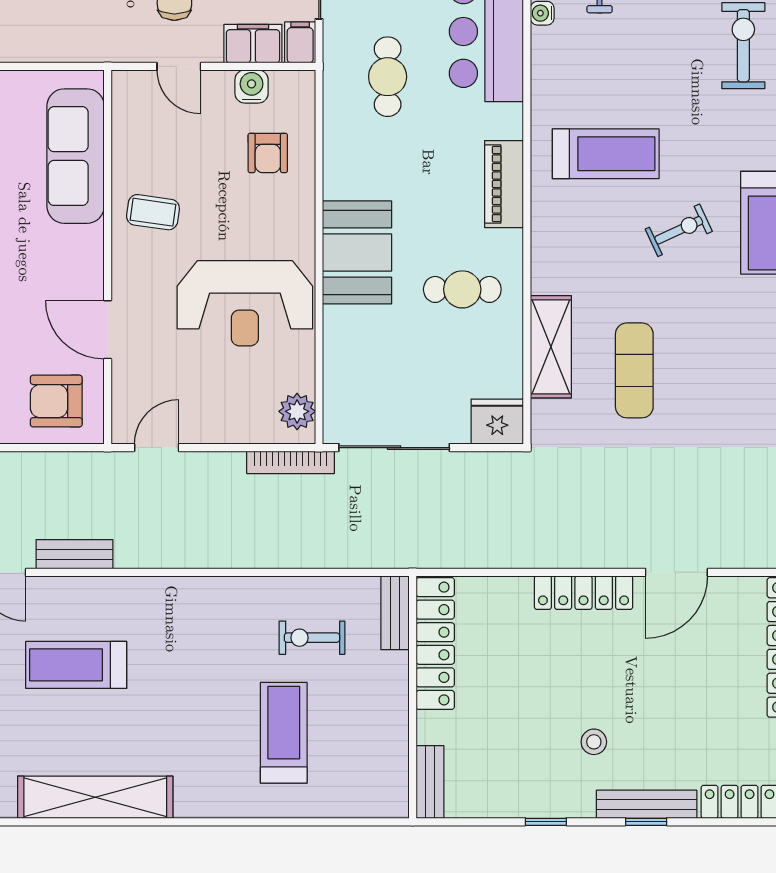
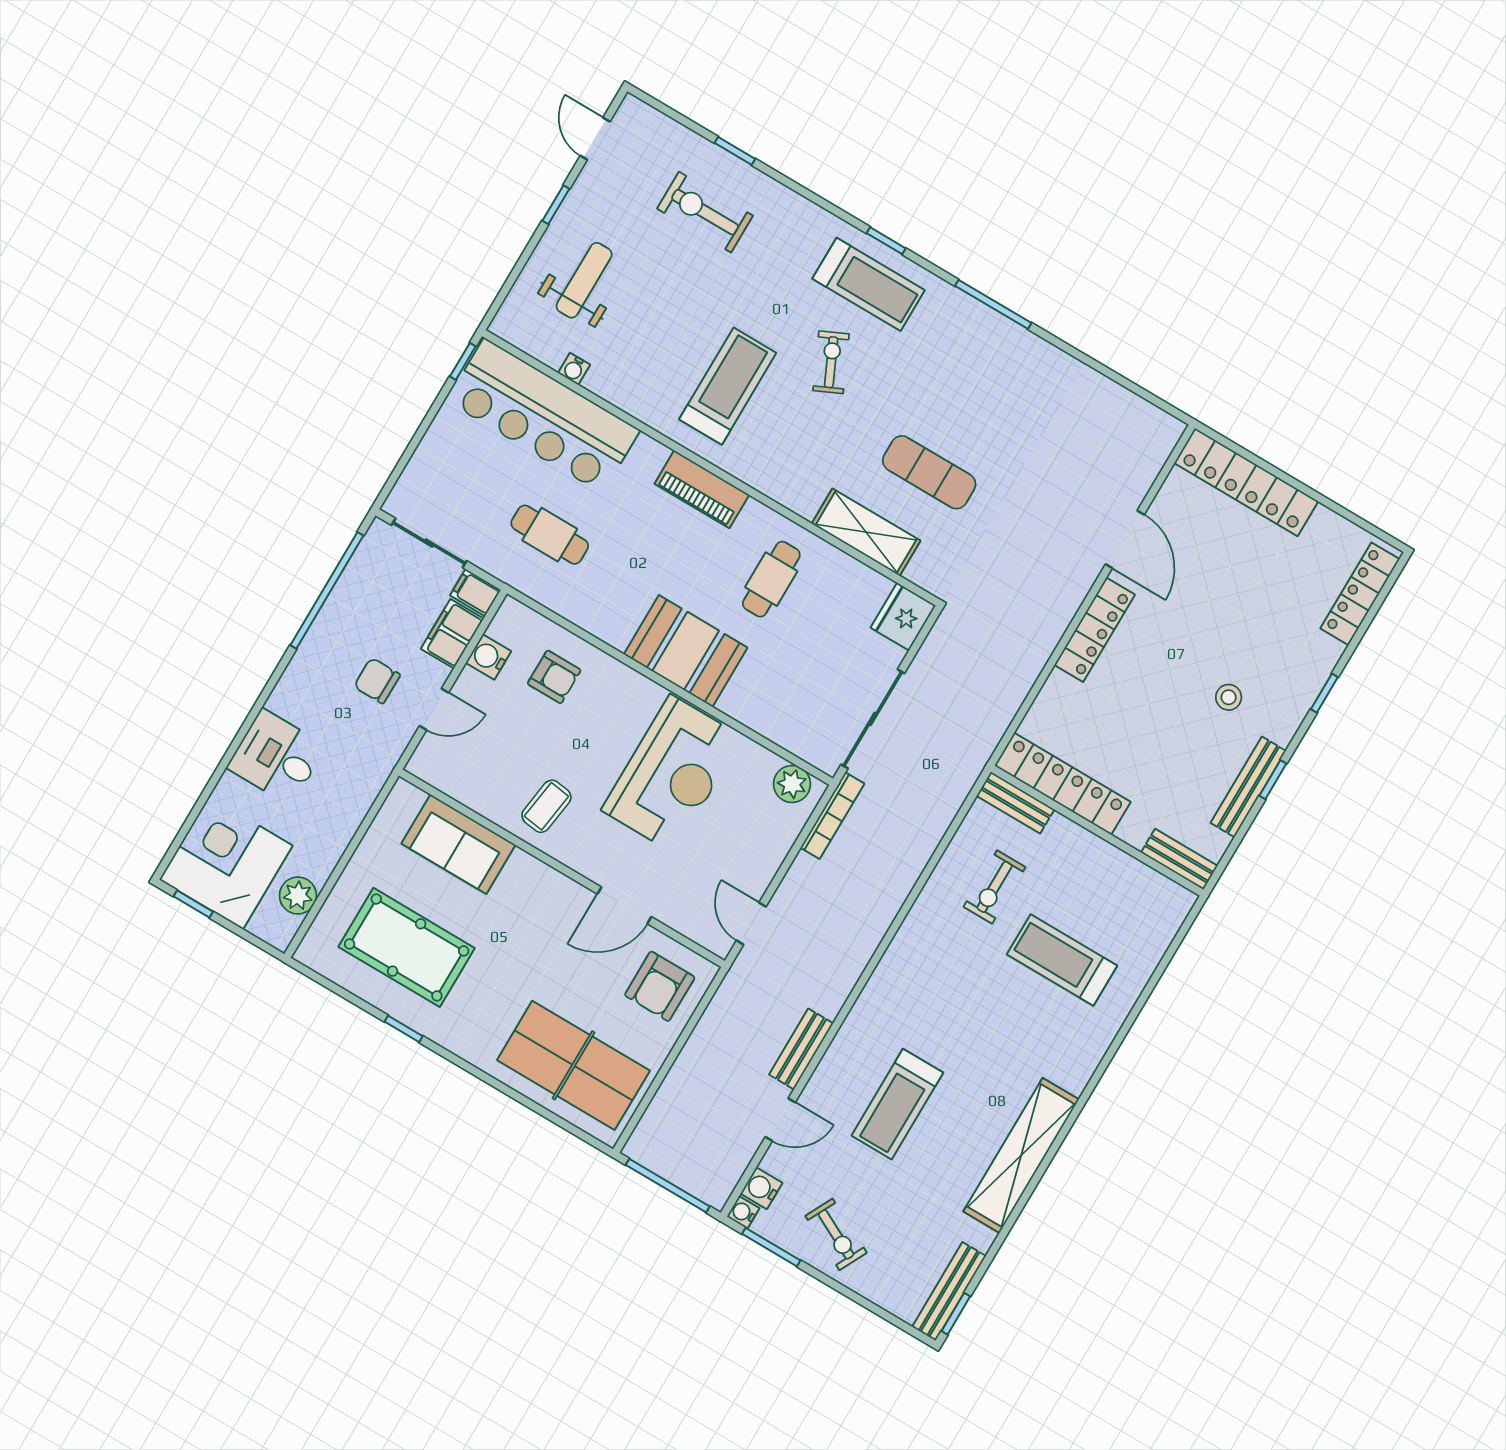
sofa: (76, 156) -> (458, 844), width x0.73
bench: (647, 804) -> (1248, 787), moved

